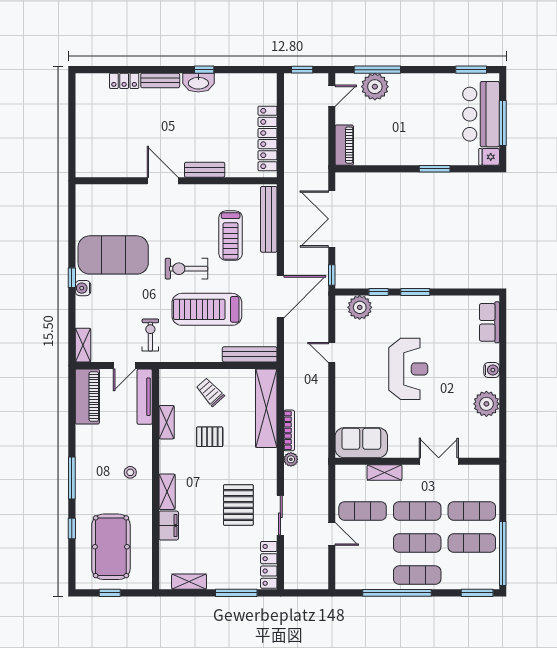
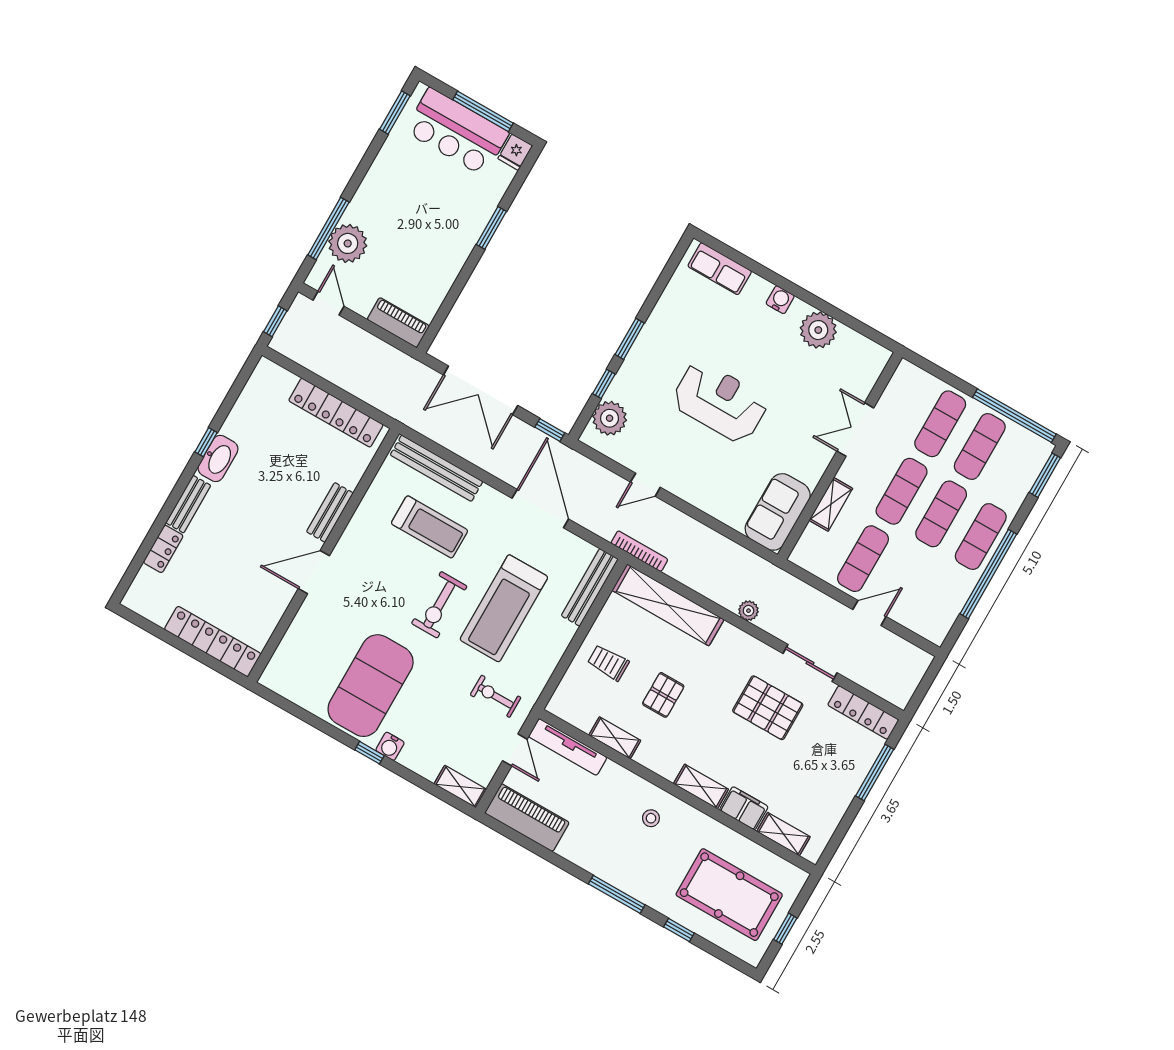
locker: (85, 143) -> (213, 642), added
trolley: (210, 392) -> (608, 663), turned 42
bookcase: (289, 430) -> (639, 551), moved
shelving: (189, 582) -> (783, 834), moved, turned 90

